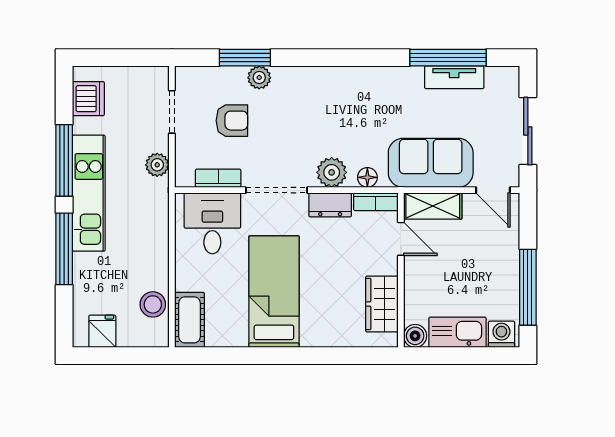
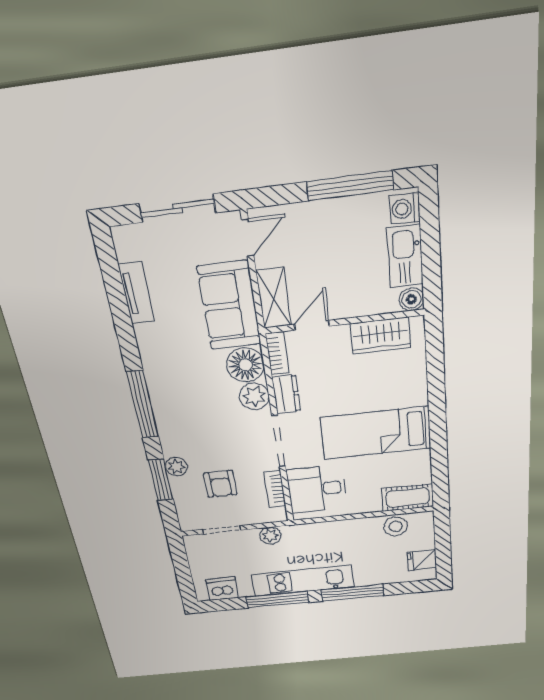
window: (448, 58) -> (143, 404), moved
armchair: (232, 121) -> (220, 484), turned 180
floor lamp: (367, 177) -> (245, 365), width x1.89, depth x1.89

